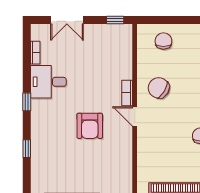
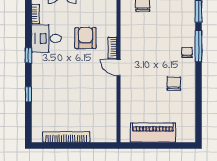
chair: (159, 88) -> (139, 44), removed
armchair: (90, 126) -> (85, 38), moved, turned 180

